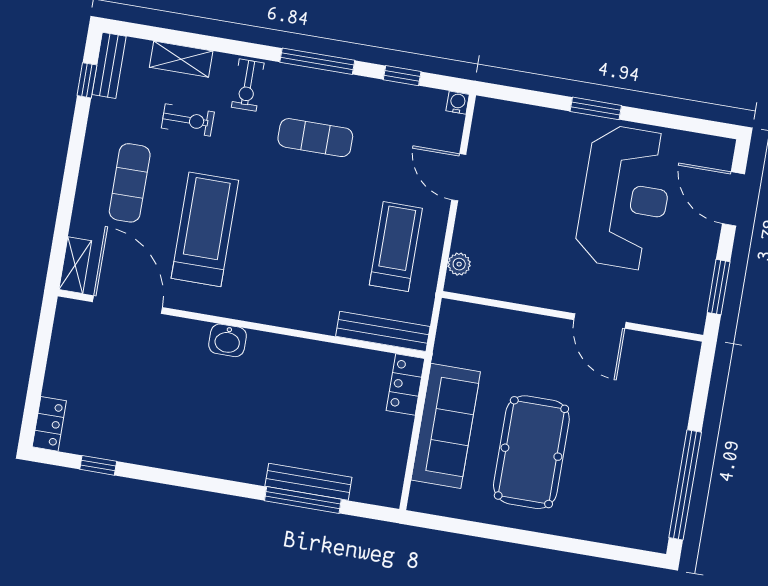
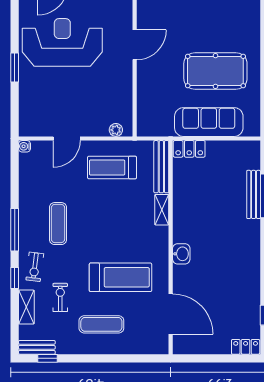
window: (402, 76) -> (15, 278), moved
exercise bike: (248, 85) -> (35, 267), turned 97
treadmill: (205, 229) -> (121, 277), turned 180
shelving: (75, 265) -> (162, 210), moved, turned 90
door: (128, 305) -> (171, 314), swing flipped

